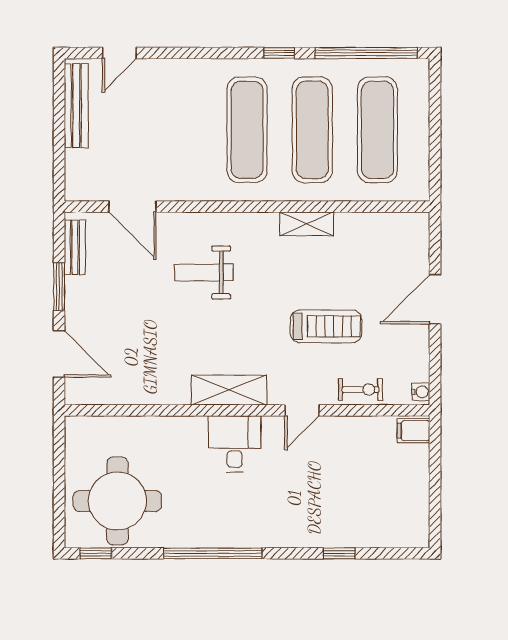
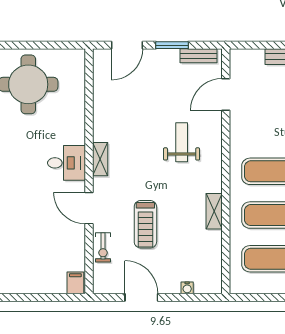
door: (435, 299) -> (141, 297), moved
shelving: (229, 390) -> (100, 159), width x0.67, depth x0.75
water cooler: (421, 392) -> (187, 288), moved
door: (302, 410) -> (89, 208), width x1.38

